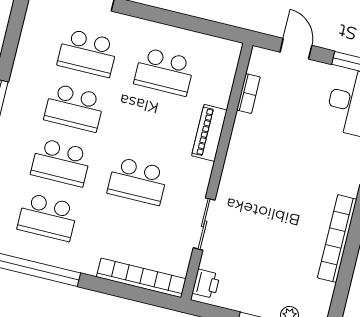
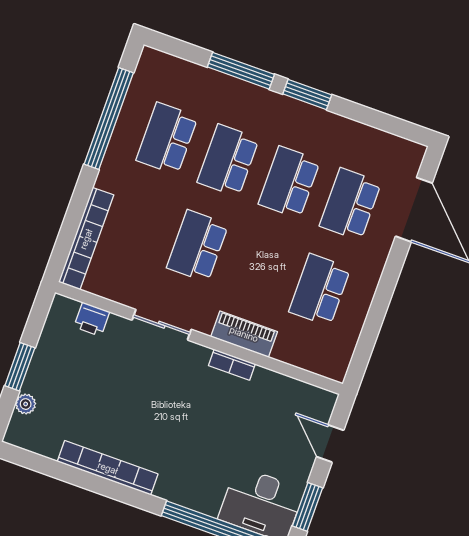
door: (296, 49) -> (330, 443), swing flipped
bookcase: (248, 93) -> (232, 365), moved
sliding door: (204, 224) -> (162, 325), moved
printer: (206, 284) -> (92, 319), moved

